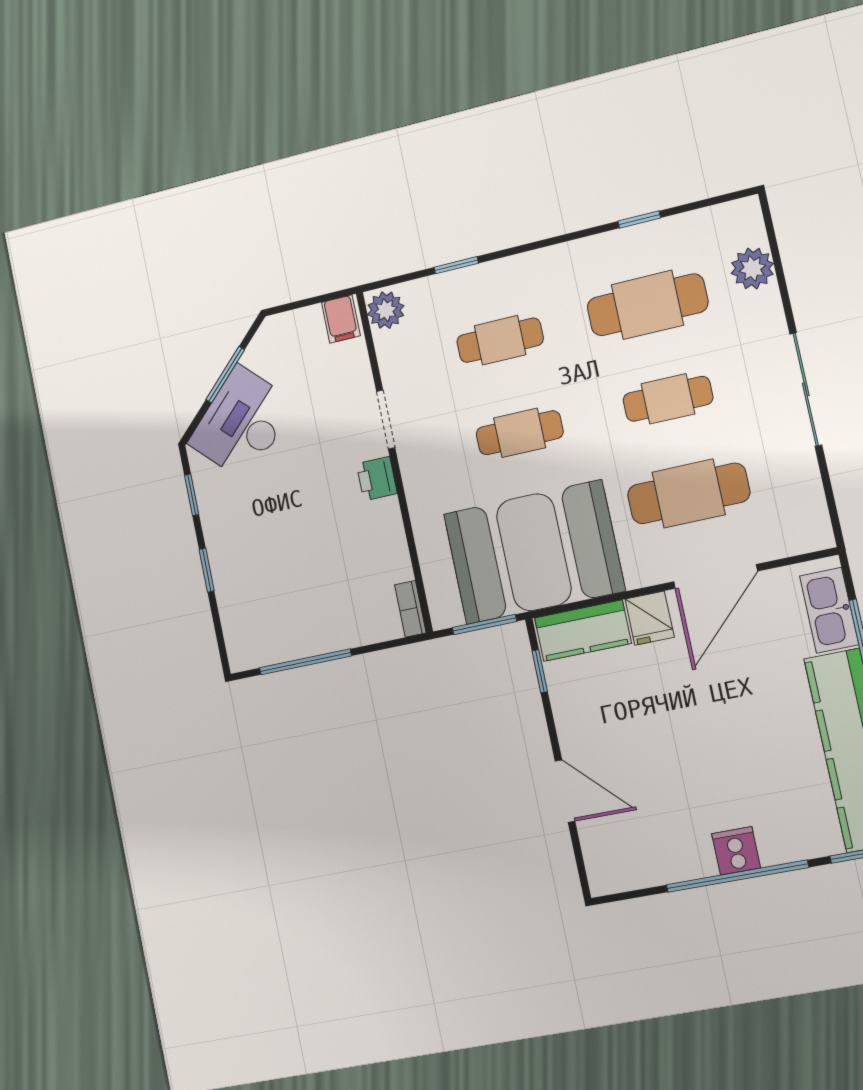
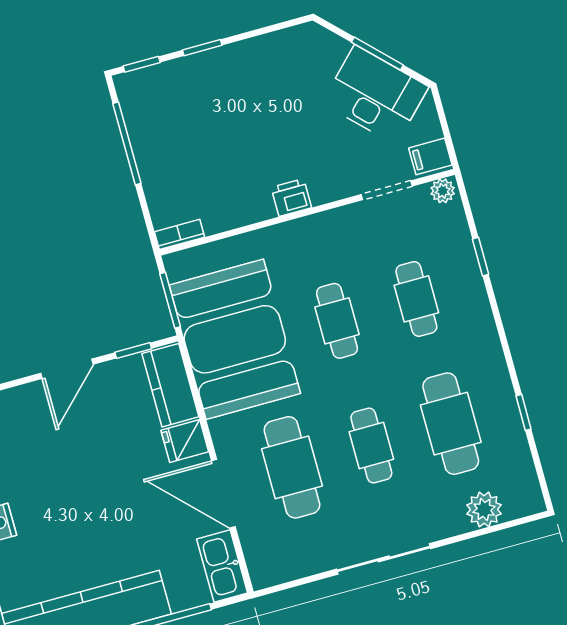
plant: (386, 310) -> (443, 191), width x0.73, depth x0.73
doorway: (386, 420) -> (387, 190), moved
desk: (242, 423) -> (375, 95), moved
window: (192, 495) -> (142, 64), moved
kitchen sink: (829, 610) -> (222, 566), moved, turned -90
door: (565, 791) -> (67, 369), moved

